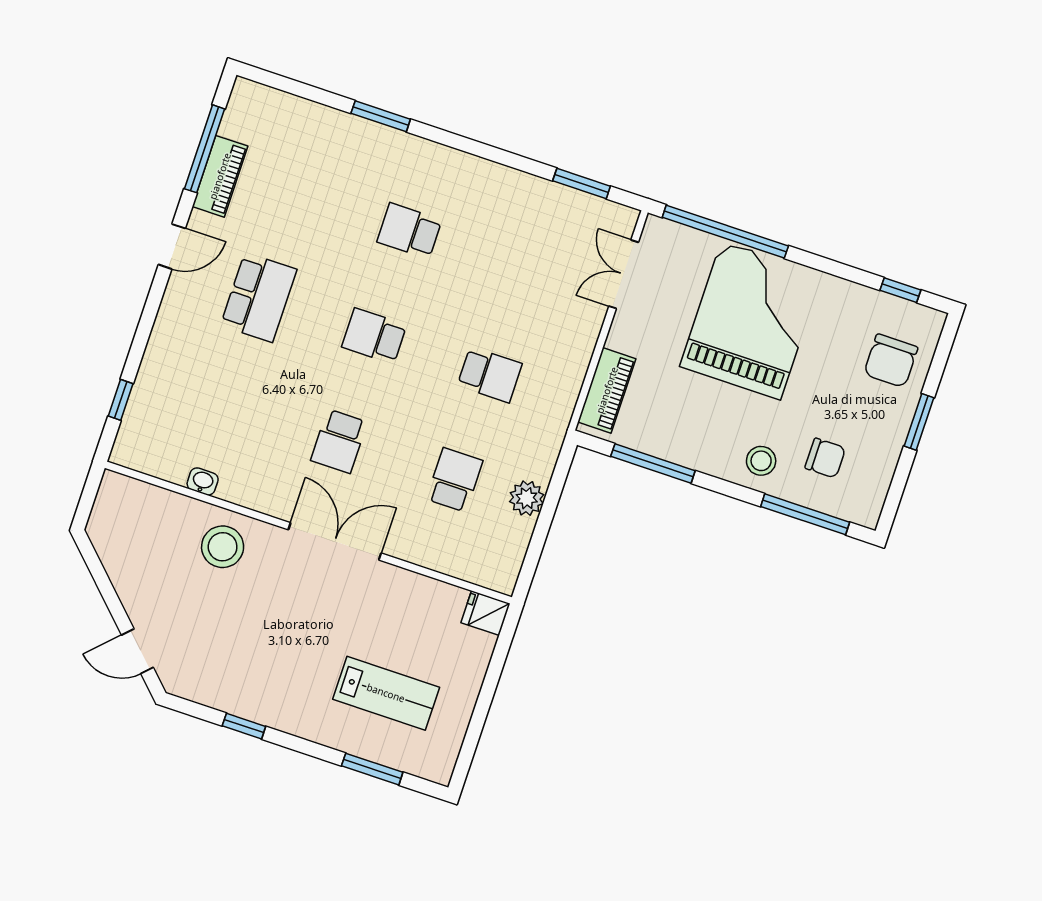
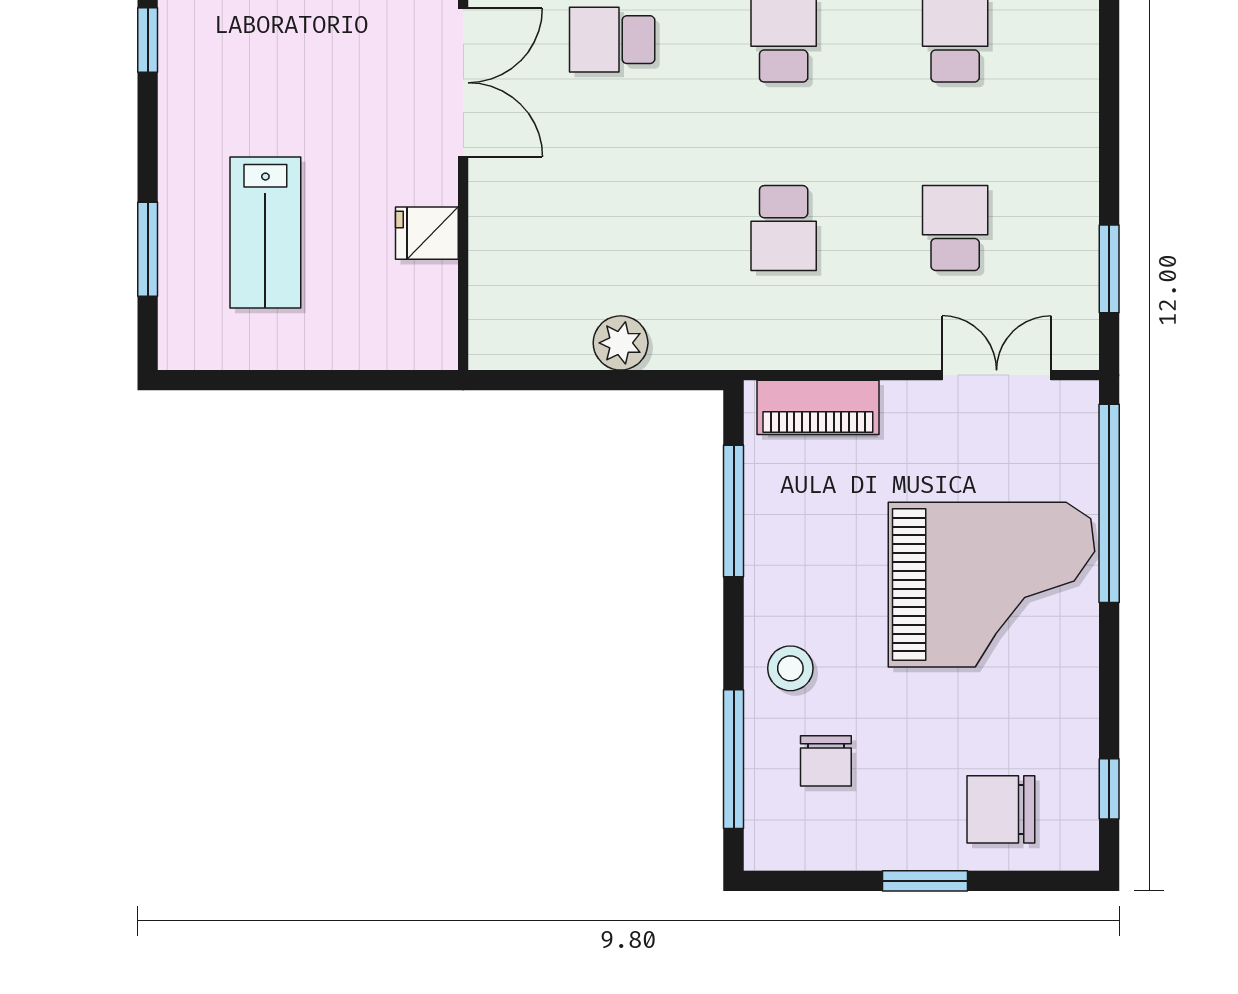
school desk: (455, 480) -> (955, 228), moved, turned -90
fridge: (486, 613) -> (427, 233), moved, turned -90

